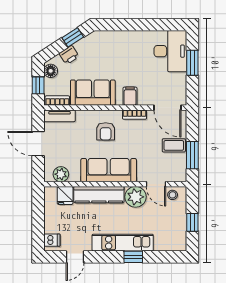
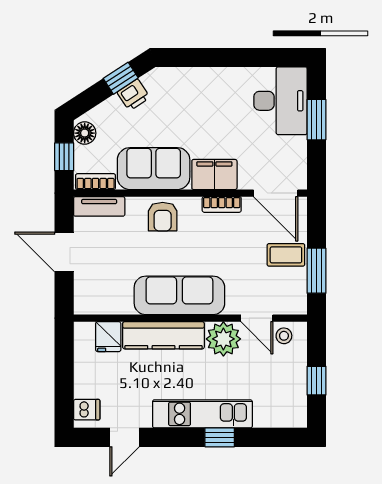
printer: (69, 55) -> (133, 95), moved
filing cabinet: (130, 96) -> (214, 174), width x2.00
armchair: (106, 131) -> (163, 217), moved
plant: (61, 174) -> (101, 302), removed

